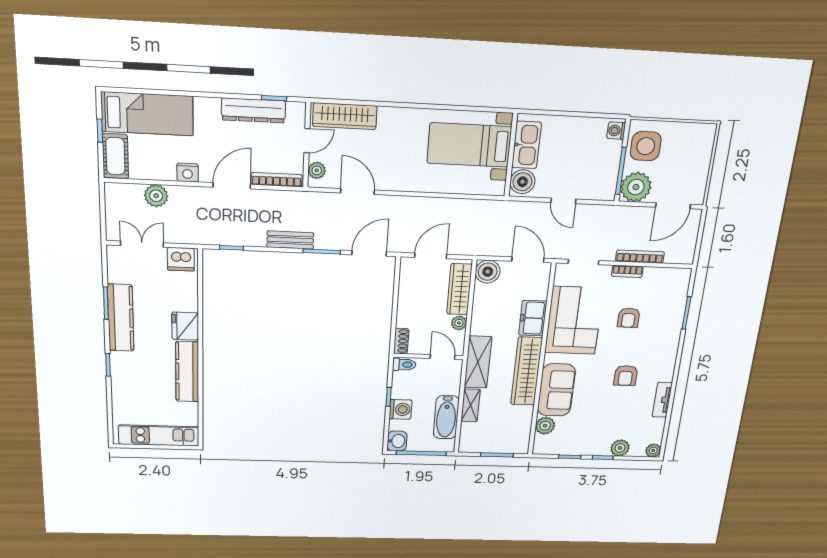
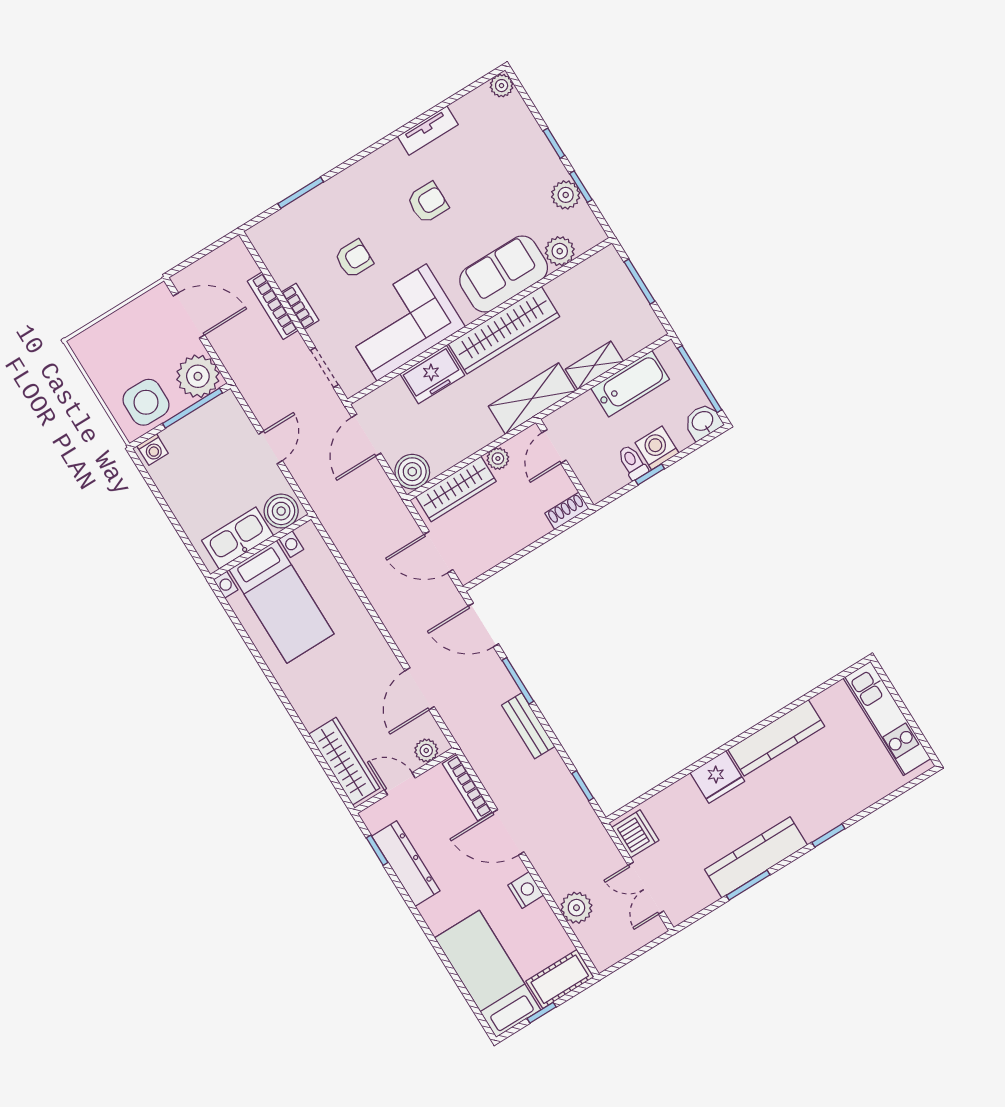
toilet: (404, 365) -> (632, 462), moved
plant: (620, 448) -> (566, 195), moved

